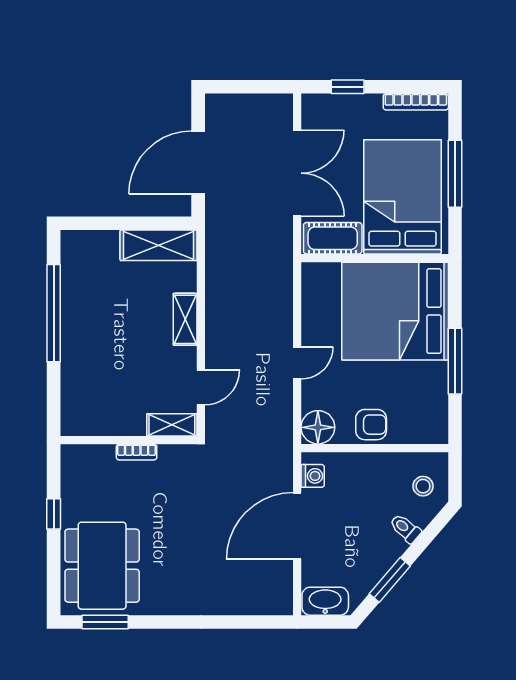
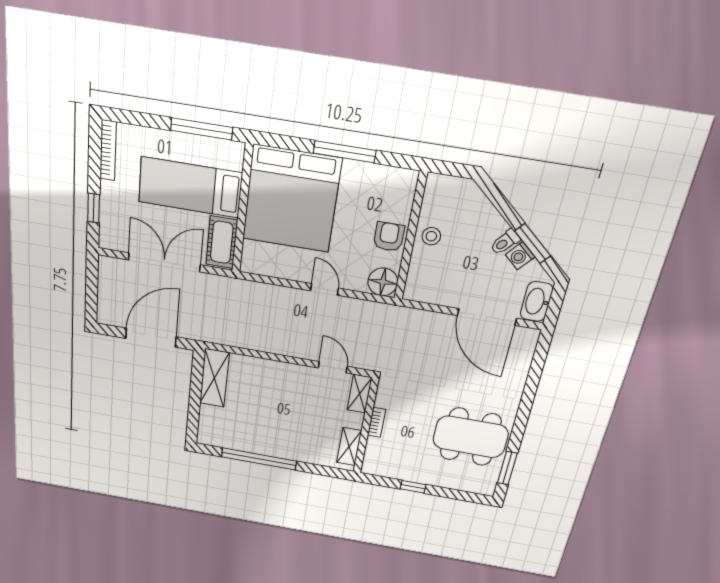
door: (198, 163) -> (151, 338), swing flipped
window: (455, 174) -> (202, 129), moved
bed: (403, 197) -> (190, 187), width x0.67
shelving: (185, 319) -> (349, 447), moved, turned 90
washing machine: (313, 476) -> (520, 256), moved, turned -139
stool: (423, 486) -> (431, 236), moved
door: (297, 526) -> (487, 317), moved
toilet: (405, 528) -> (505, 242), moved
dining table: (102, 566) -> (470, 437), moved

